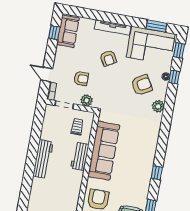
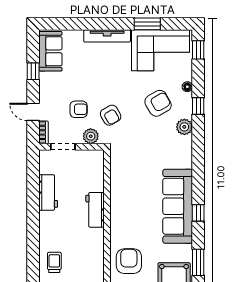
window: (157, 26) -> (147, 24), moved
window: (54, 33) -> (33, 71), moved
armchair: (108, 58) -> (111, 115), moved
window: (174, 77) -> (198, 106), moved
trolley: (77, 127) -> (54, 262), moved
sofa: (104, 151) -> (178, 206), moved, turned 180
workbench: (43, 159) -> (48, 192), moved, width x0.73

